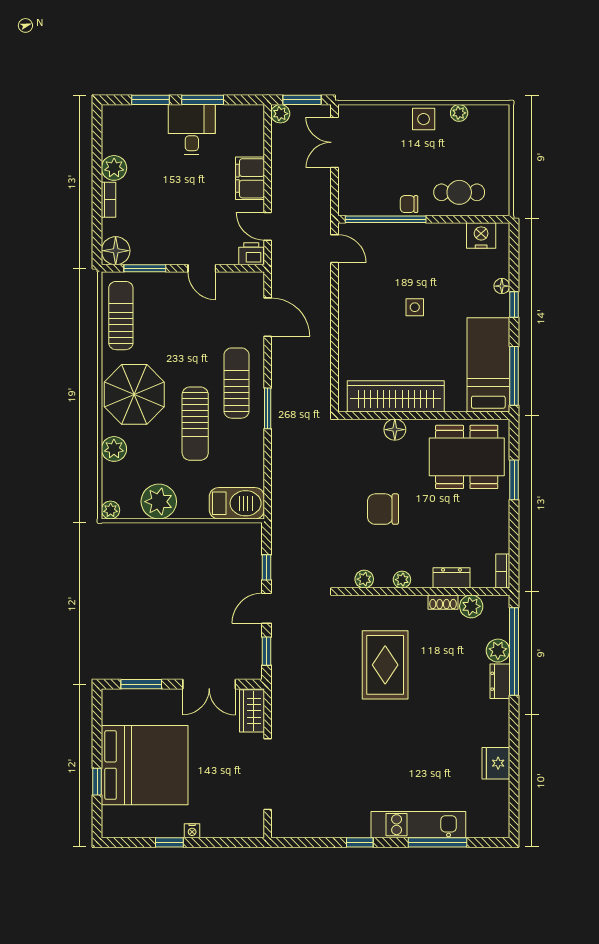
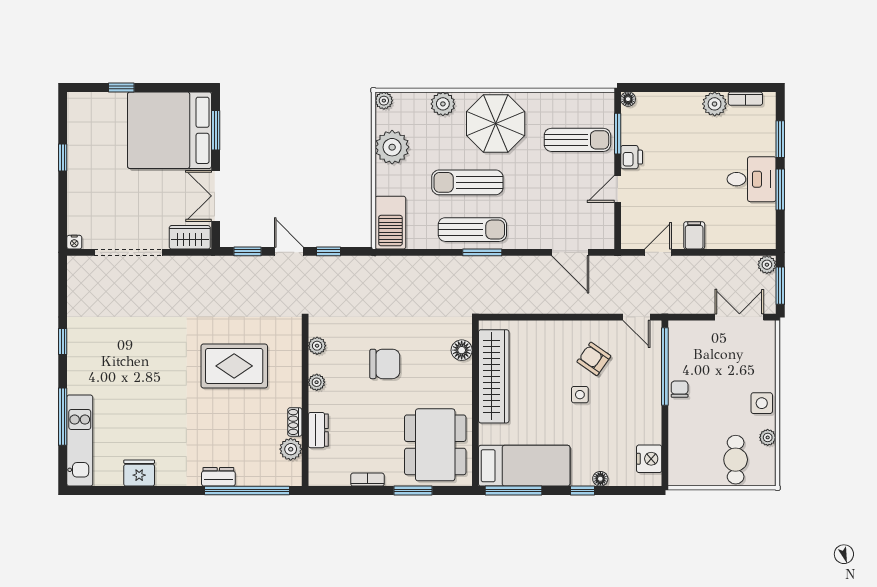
filing cabinet: (250, 178) -> (694, 235), width x0.50
cafe table: (459, 192) -> (736, 460), moved
bookcase: (109, 200) -> (745, 99), moved
door: (335, 249) -> (636, 317), hinge flipped
floor lamp: (116, 251) -> (628, 99), width x0.53, depth x0.53
printer: (251, 254) -> (632, 157), moved
armchair: (378, 293) -> (594, 359), added
sun lounger: (121, 316) -> (577, 140), moved
door: (268, 317) -> (570, 252), hinge flipped
sun lounger: (236, 383) -> (472, 230), moved
floor lamp: (395, 430) -> (462, 350), moved
chair: (383, 509) -> (385, 364), turned 90
bookcase: (503, 571) -> (367, 480), moved
plant: (498, 651) -> (248, 475), removed
bed: (145, 765) -> (169, 130), moved, turned 90
kitchen unit: (418, 825) -> (80, 441), moved
nightstand: (192, 831) -> (74, 242), moved, turned -90

